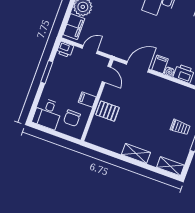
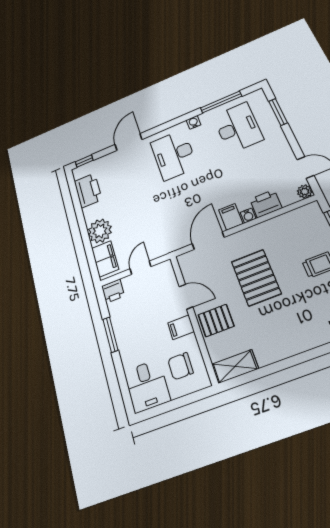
door: (106, 74) -> (186, 297), moved
pallet: (145, 107) -> (256, 278), added
chair: (72, 118) -> (180, 366), turned 90
shelving: (136, 153) -> (235, 366), moved

